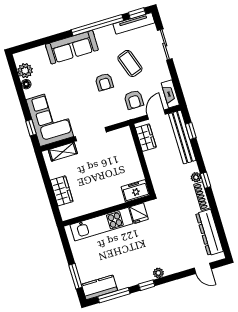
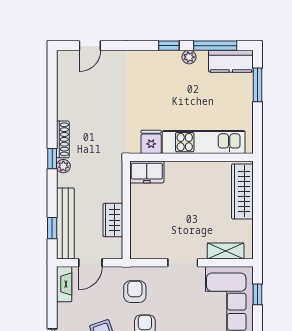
armchair: (134, 100) -> (135, 292), moved
doorway: (91, 134) -> (183, 263), width x0.73
wardrobe: (146, 138) -> (113, 220), moved
wardrobe: (62, 191) -> (242, 191), width x1.50
dresser: (209, 232) -> (67, 90), removed
door: (203, 268) -> (90, 46), swing flipped
plant: (158, 273) -> (189, 57), moved

